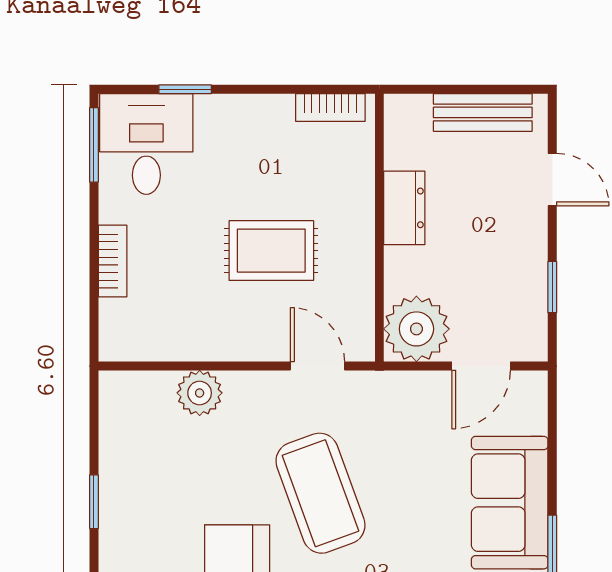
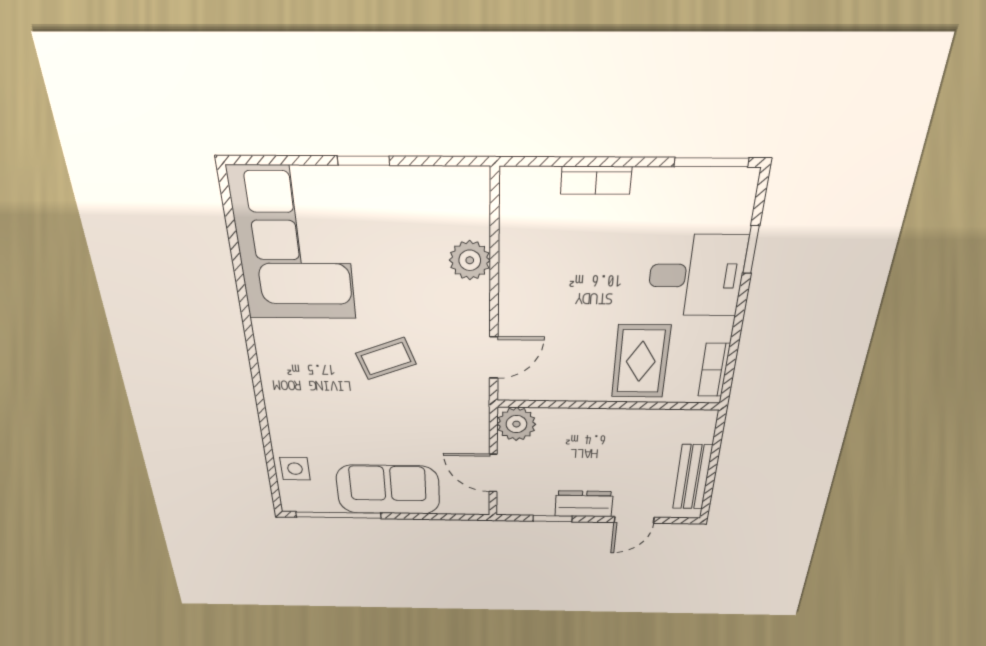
desk: (146, 144) -> (696, 276), moved
dresser: (404, 208) -> (584, 504), moved, turned 180
rug: (271, 251) -> (641, 361), moved
plant: (416, 329) -> (516, 424), width x0.73, depth x0.73
coffee table: (320, 493) -> (386, 359), width x0.54, depth x0.58

